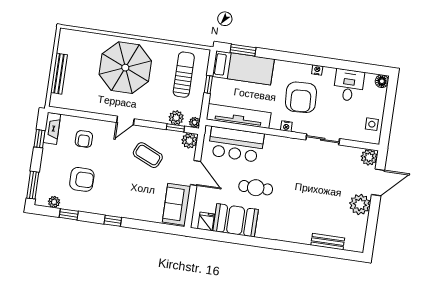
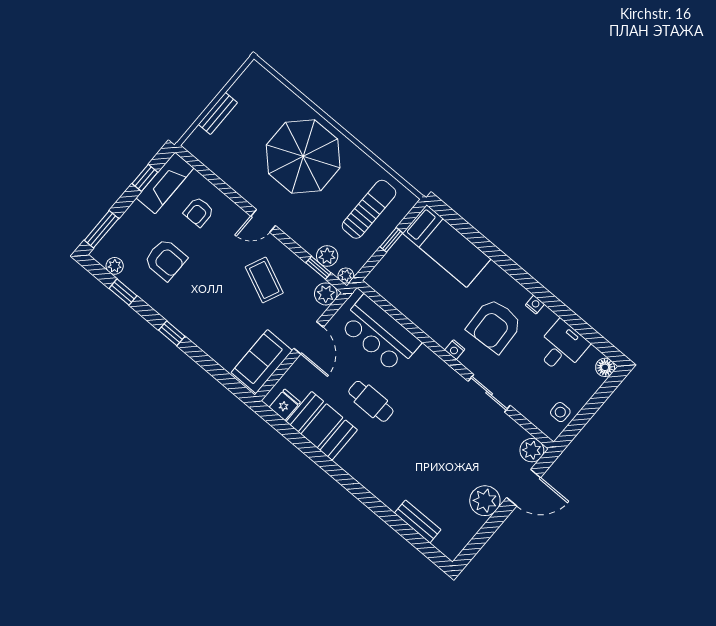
window: (243, 50) -> (460, 224), removed
bench: (59, 74) -> (218, 113), width x0.73
tv unit: (239, 116) -> (404, 301), removed
fireplace: (52, 128) -> (165, 183), width x1.37, depth x1.32

